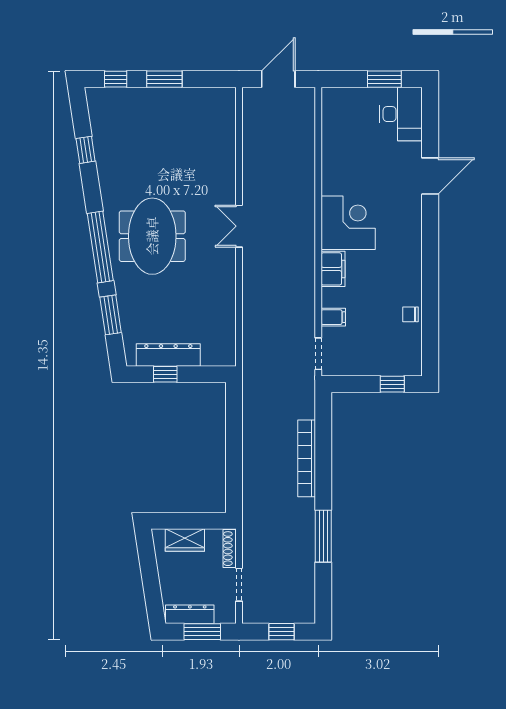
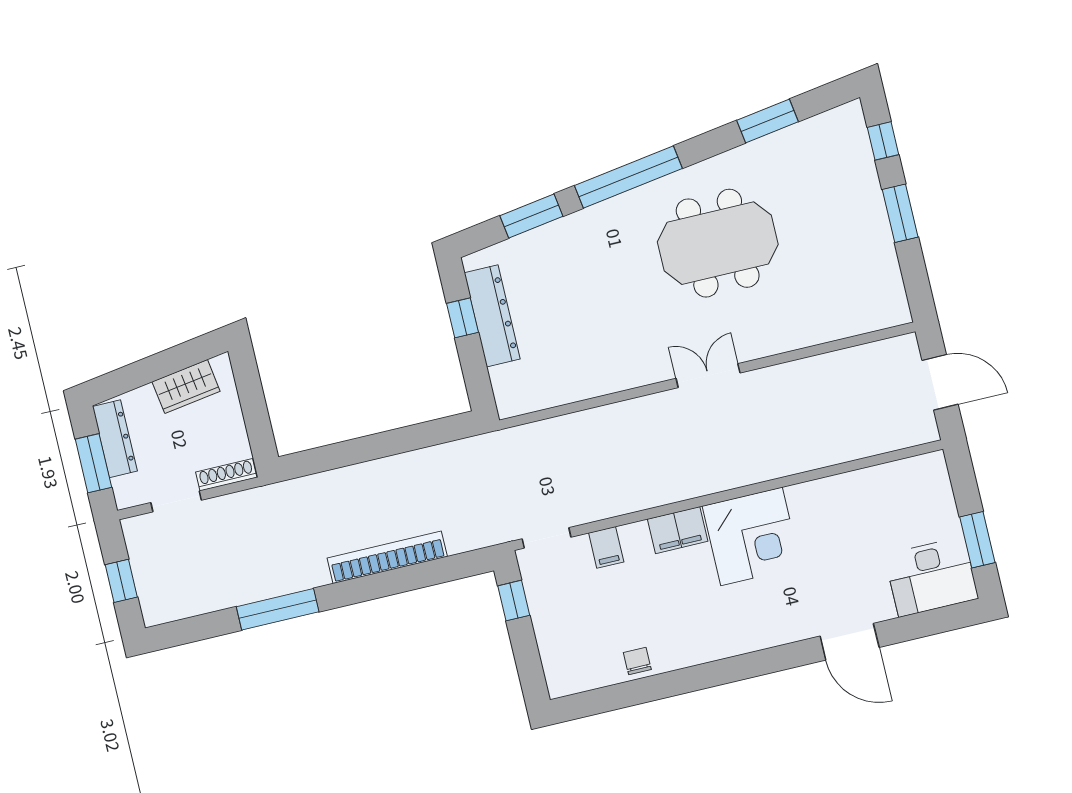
window: (86, 150) -> (768, 121), width x1.50
meeting table: (152, 236) -> (718, 243), moved
window: (392, 384) -> (514, 601), moved
wardrobe: (185, 540) -> (186, 387), moved, turned -99

